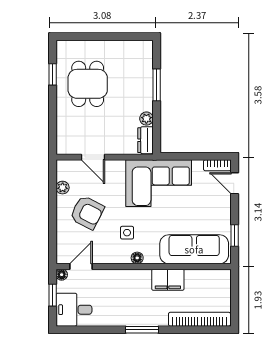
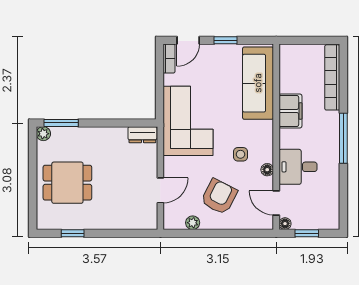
dining table: (88, 84) -> (67, 183), moved
window: (157, 85) -> (61, 123), moved
plant: (146, 119) -> (43, 134), moved
window: (235, 236) -> (226, 40), moved
floor lamp: (137, 258) -> (267, 170), moved
desk: (74, 310) -> (298, 167), moved, turned 90
window: (142, 330) -> (343, 138), width x1.44

